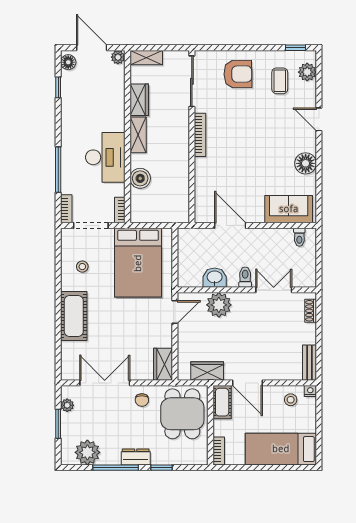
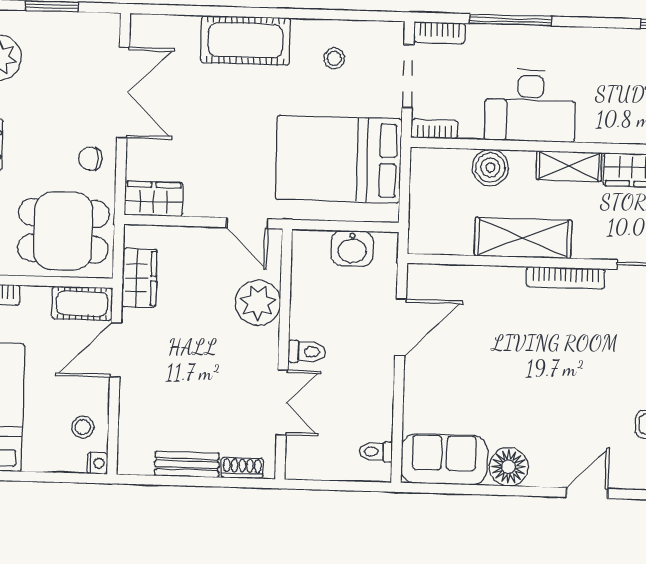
shelving: (179, 159) -> (523, 238), added
sofa: (289, 209) -> (444, 459), moved, turned -90
washbasin: (215, 278) -> (352, 248), moved, turned 90
bench: (309, 363) -> (187, 464), moved
plant: (67, 405) -> (85, 24), removed

